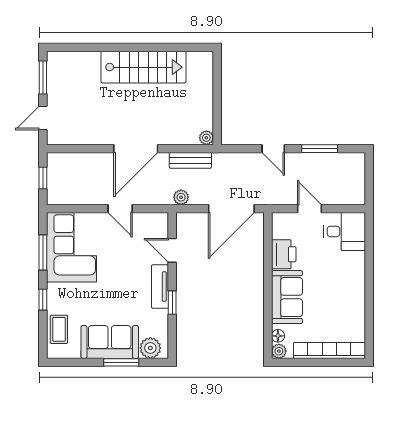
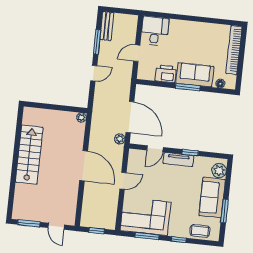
bench: (190, 160) -> (107, 26), moved
door: (231, 209) -> (130, 117), moved
window: (268, 289) -> (188, 87), added
plant: (279, 351) -> (231, 84), removed
window: (121, 362) -> (225, 211), moved

